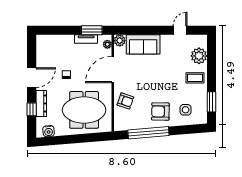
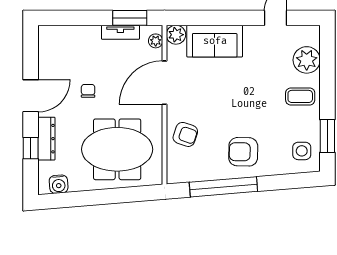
side table: (186, 110) -> (302, 151), moved

